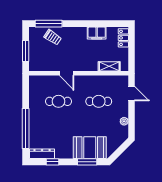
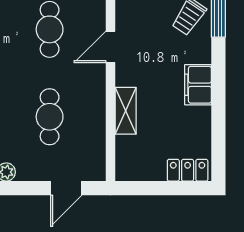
filing cabinet: (97, 33) -> (198, 85), moved
shelving: (109, 66) -> (126, 111), moved

